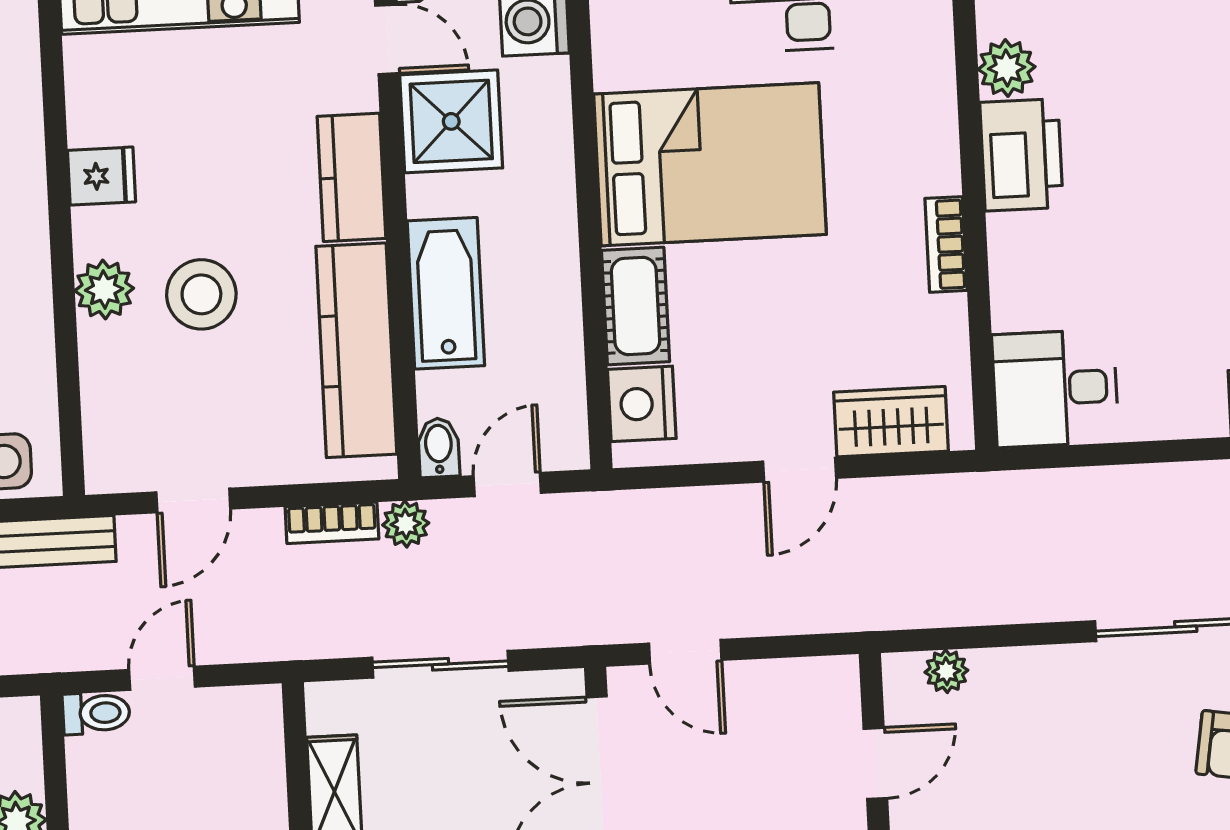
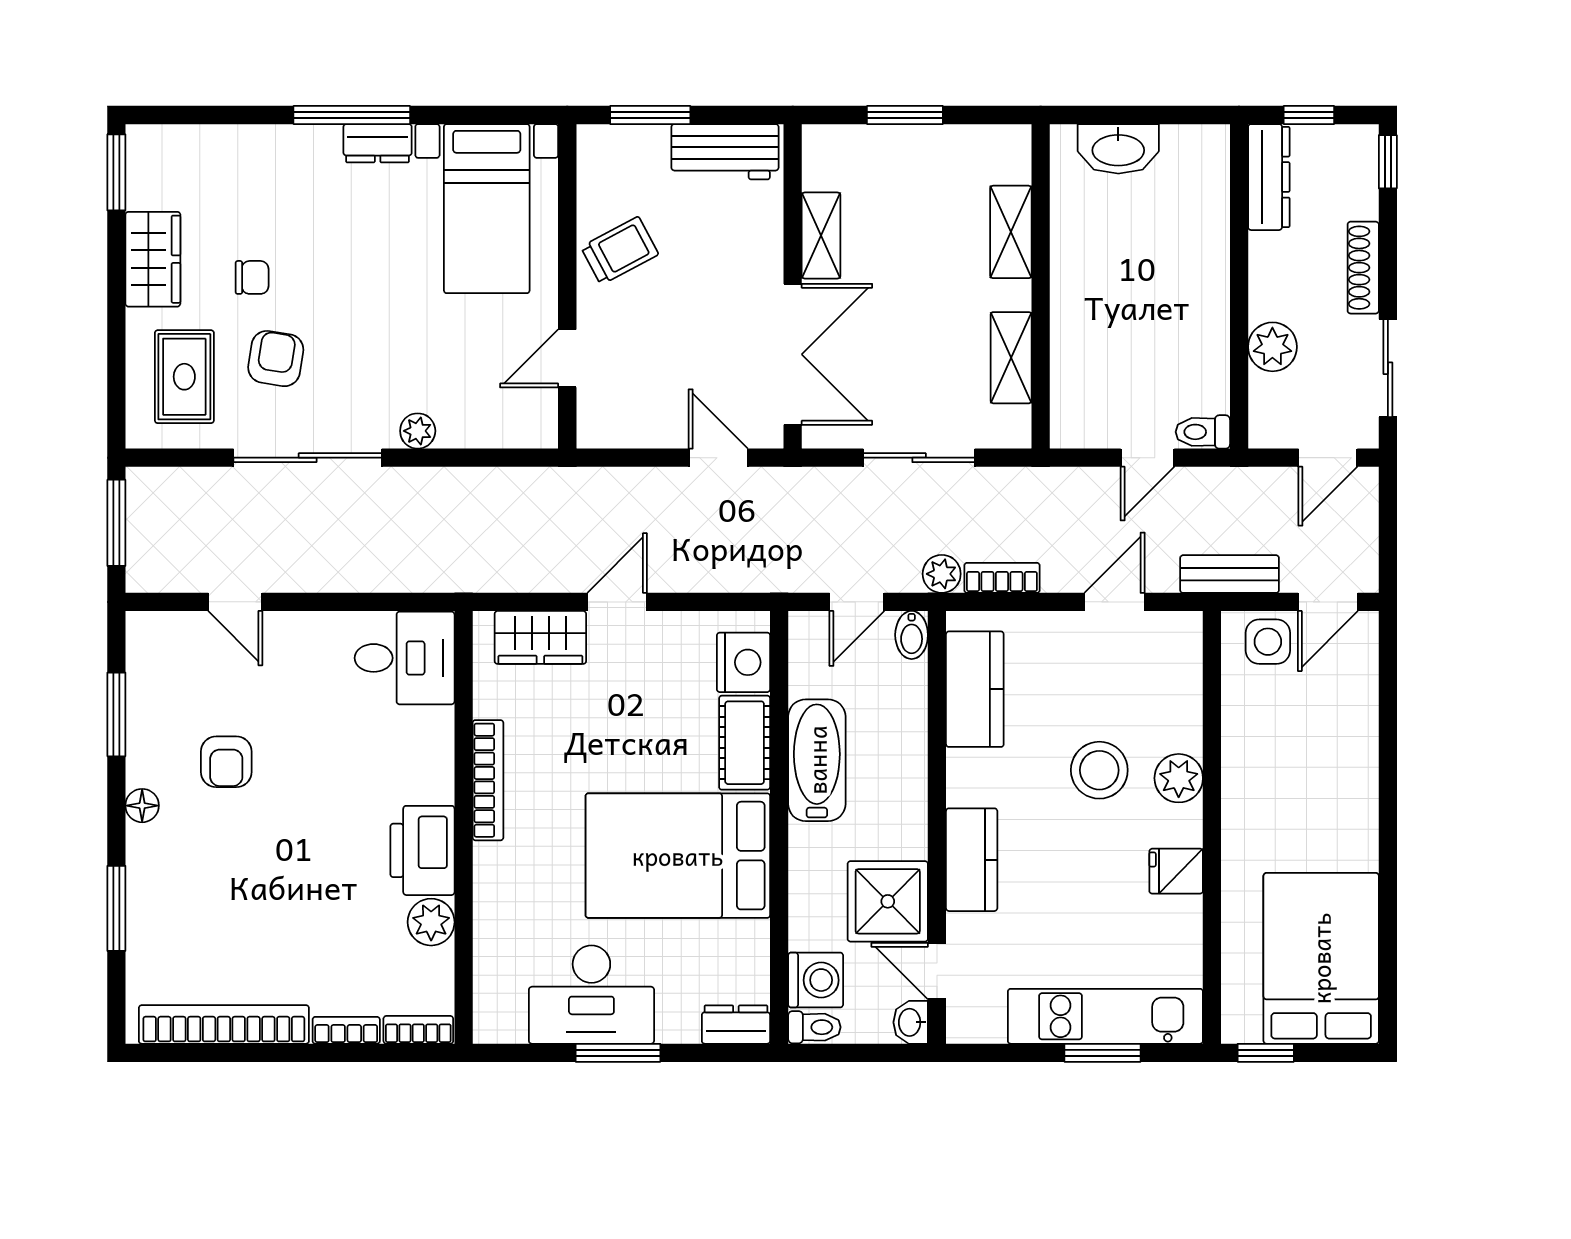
bookcase: (946, 244) -> (488, 780), width x1.56
bathtub: (446, 293) -> (817, 760), moved, turned 180
kitchen counter: (356, 350) -> (975, 689), width x0.67
plant: (946, 671) -> (418, 431), moved

